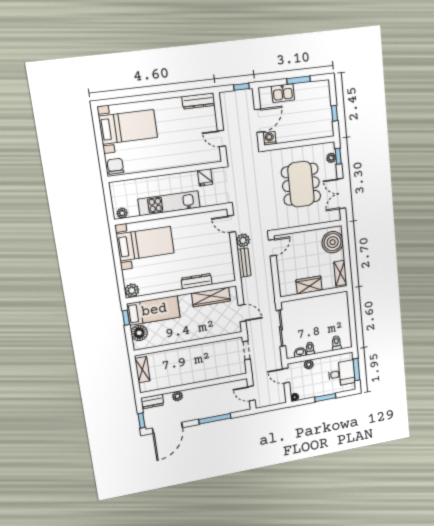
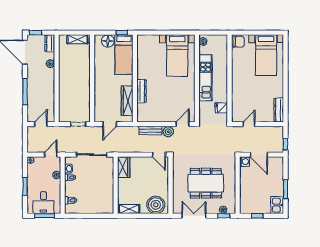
kitchen sink: (283, 93) -> (277, 205), moved
wardrobe: (309, 285) -> (124, 167), moved
plant: (132, 290) -> (142, 40), removed

